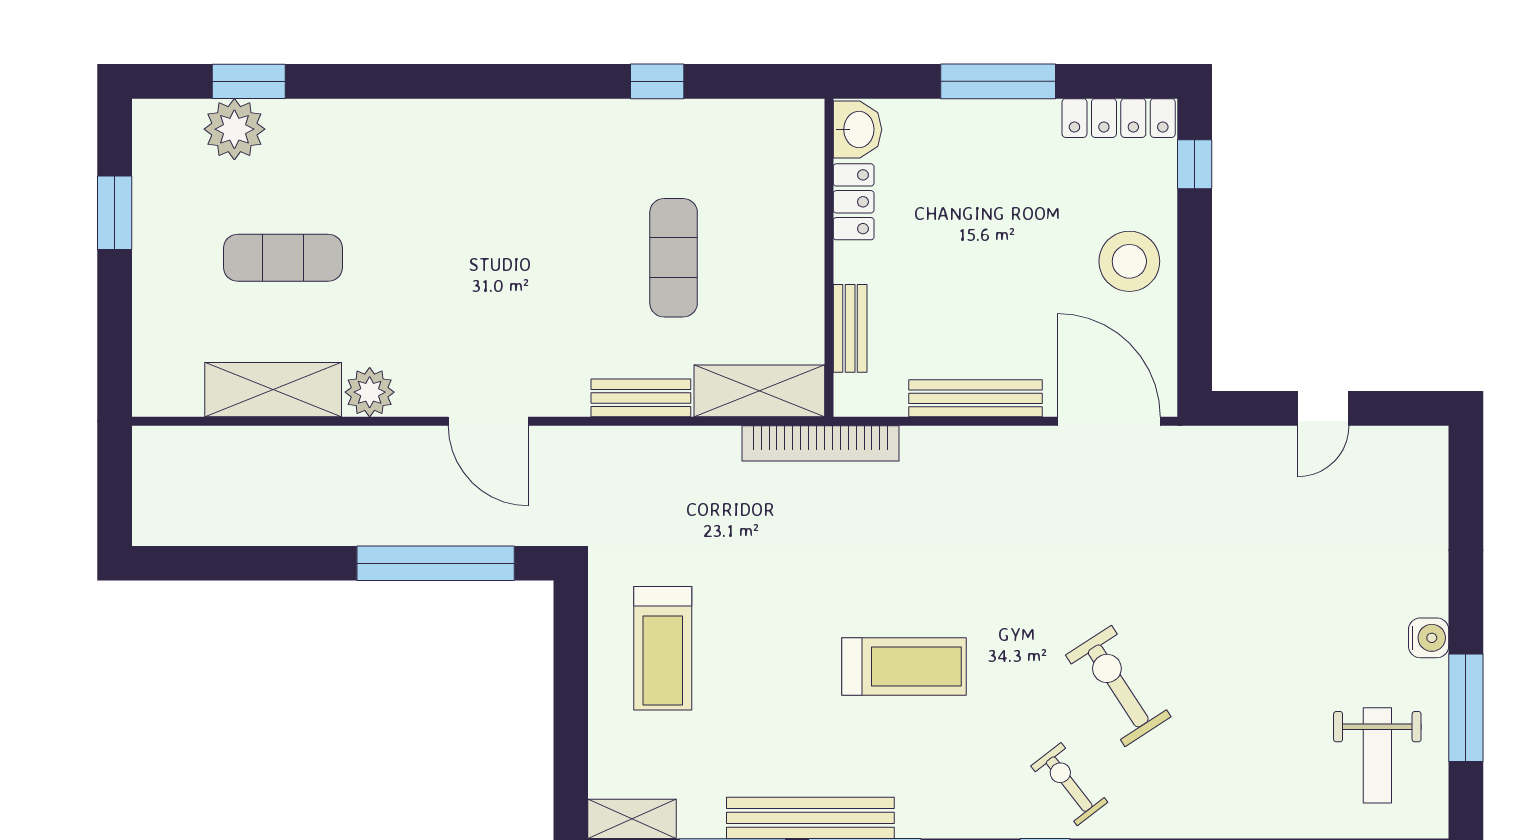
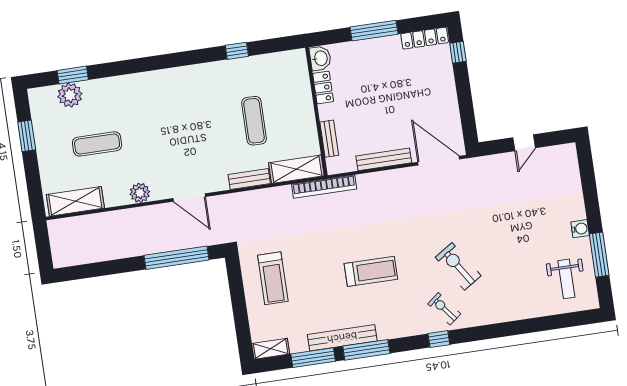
stool: (1129, 261) -> (437, 95), removed
shelving: (273, 390) -> (75, 201), moved

